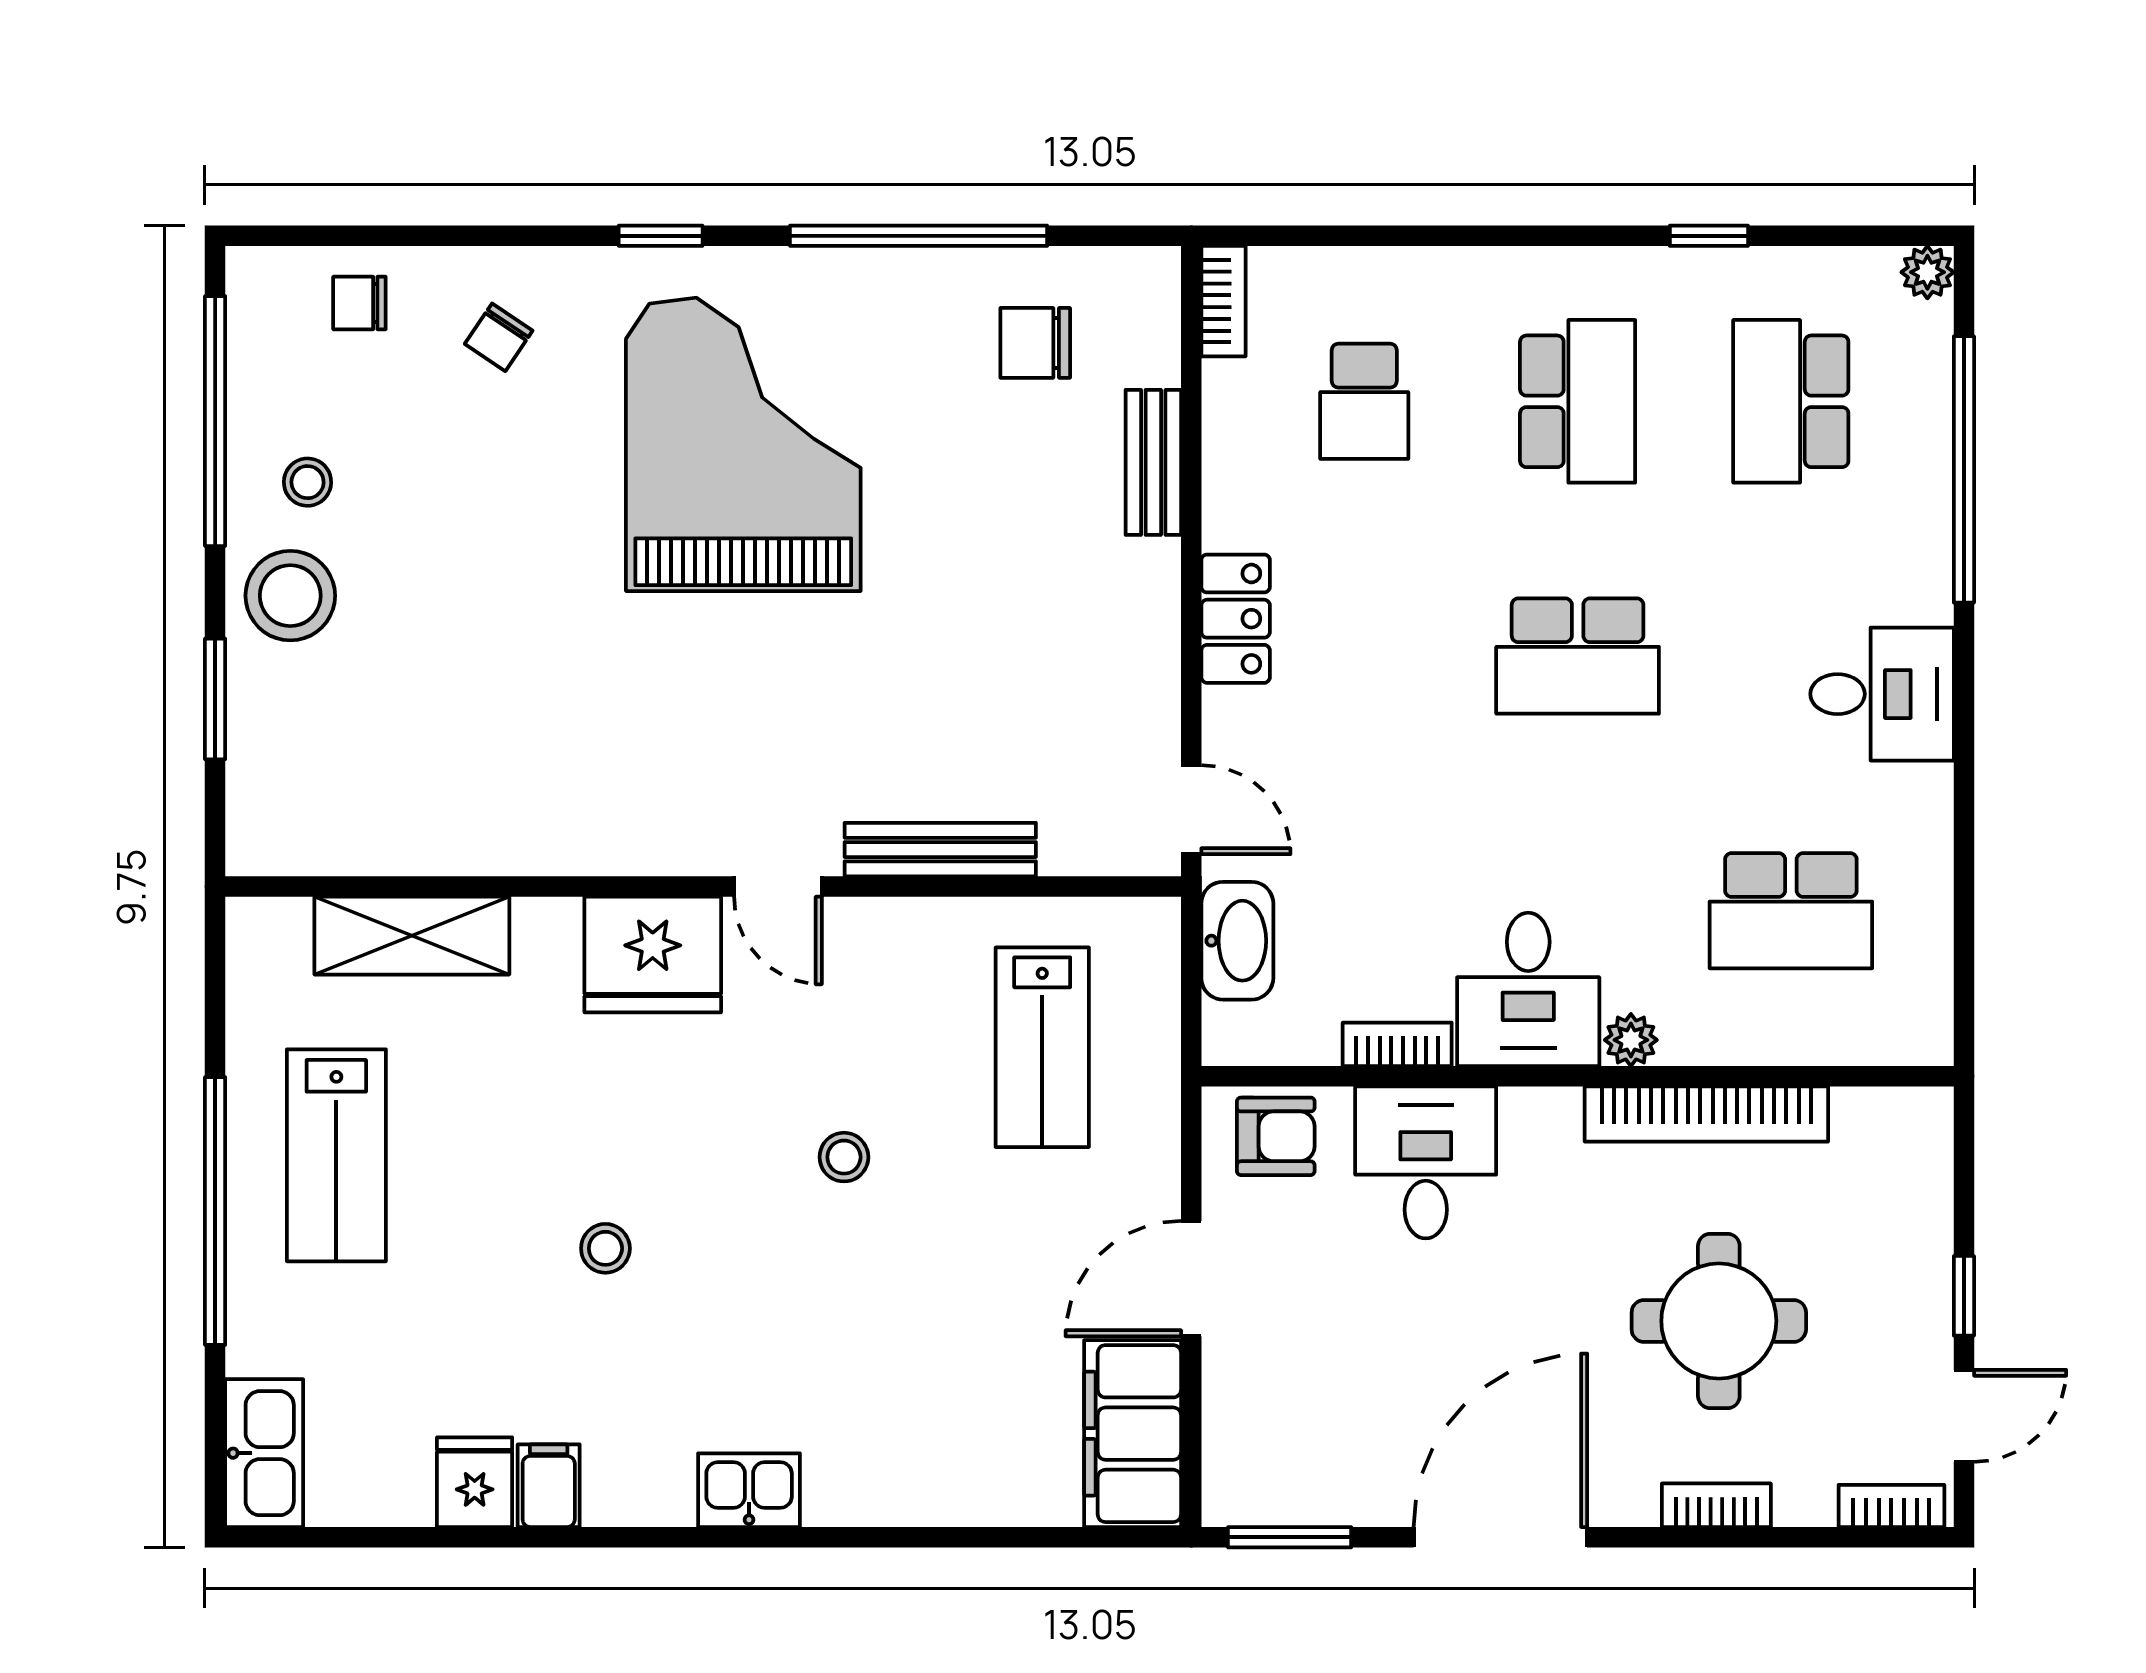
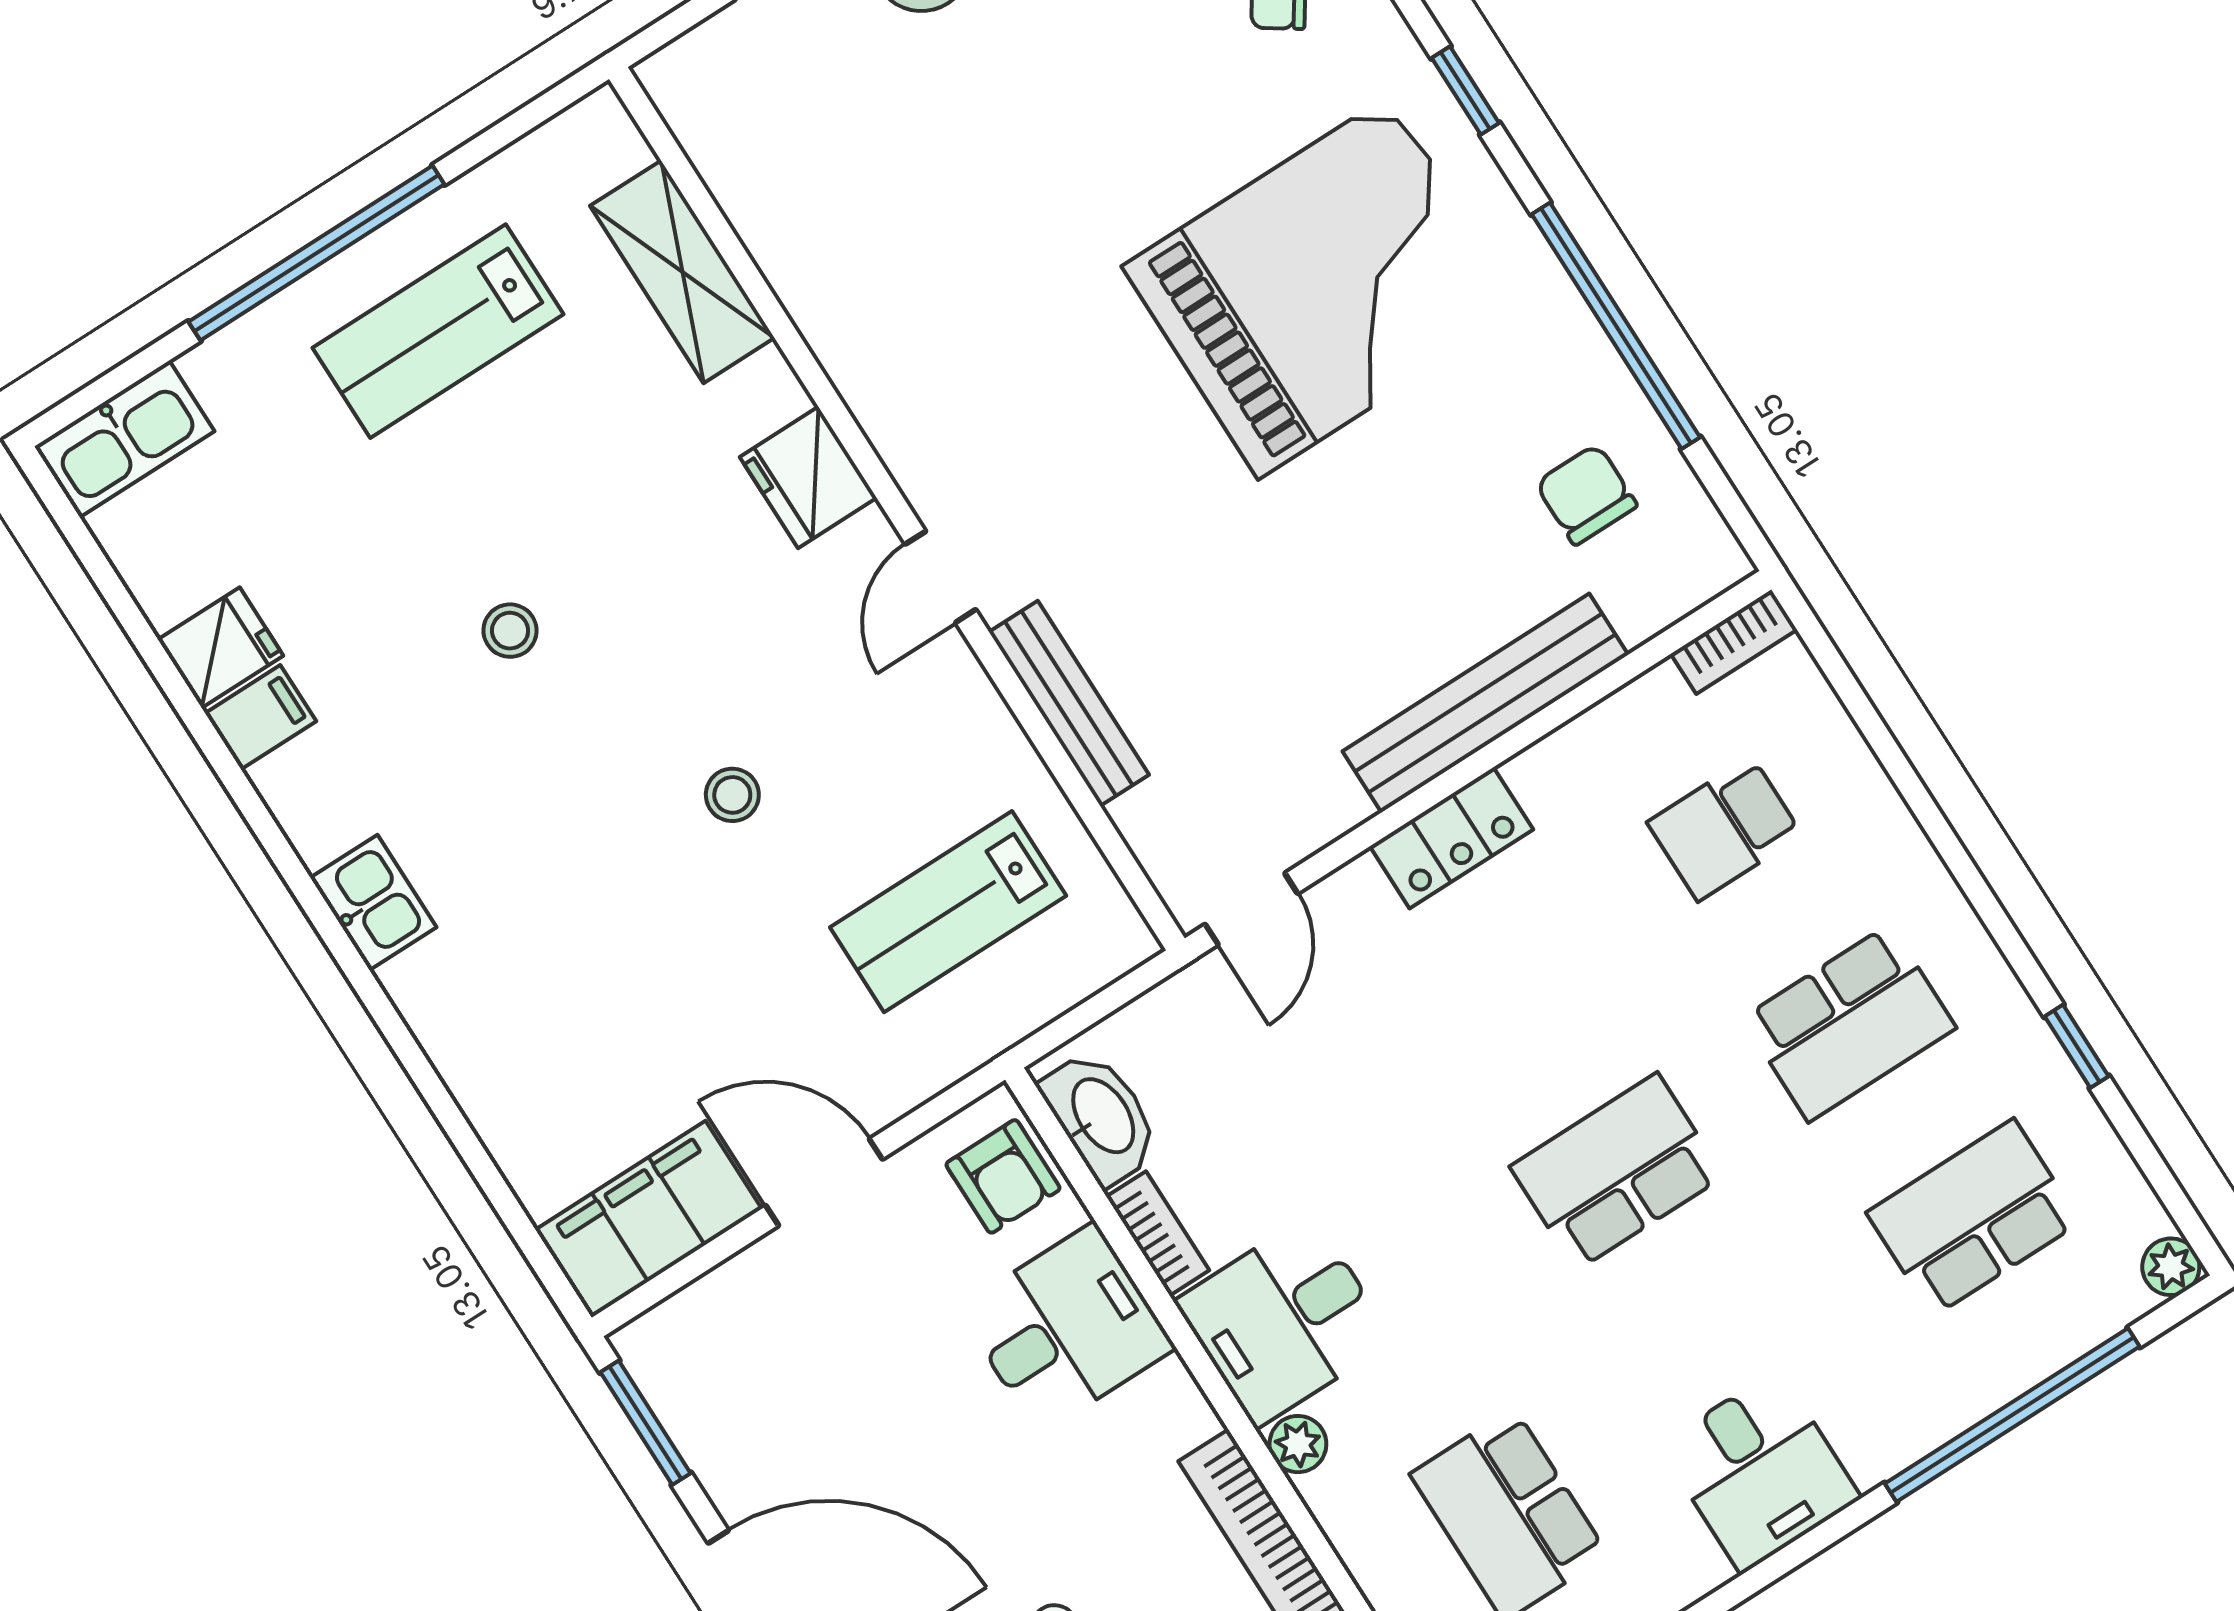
bench: (1153, 462) -> (1485, 703), width x1.86, depth x1.21
school desk: (1578, 656) -> (1617, 1172), turned 90
washbasin: (1237, 941) -> (1101, 1117), moved, turned -90
fridge: (653, 955) -> (808, 477), width x0.73, depth x0.75

